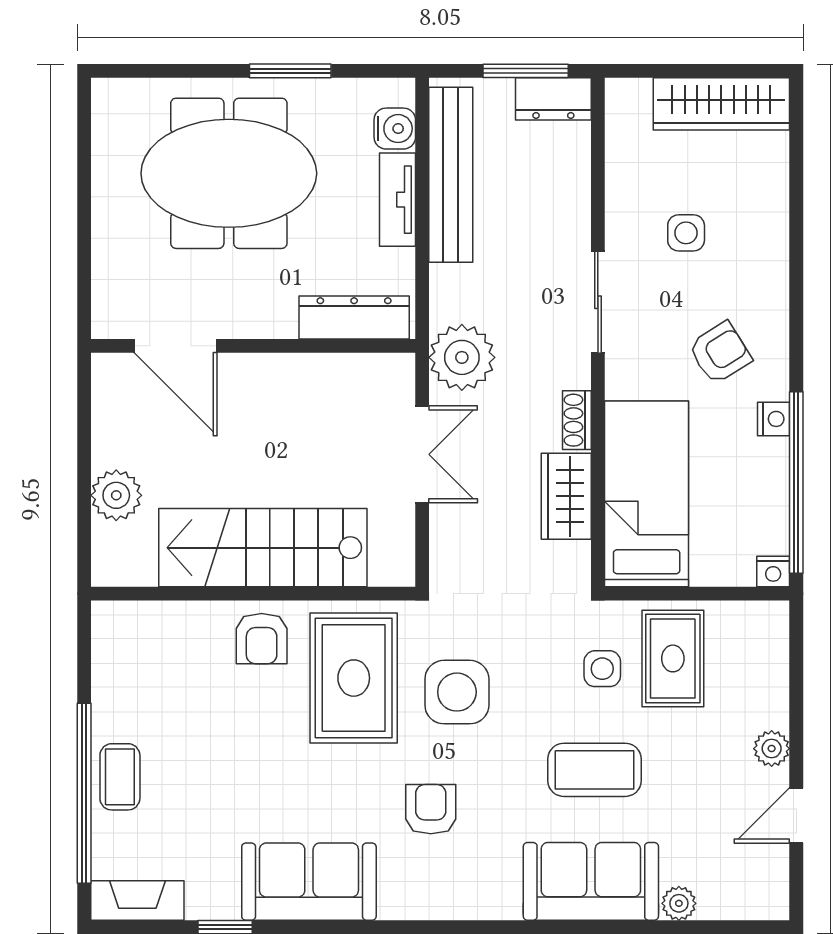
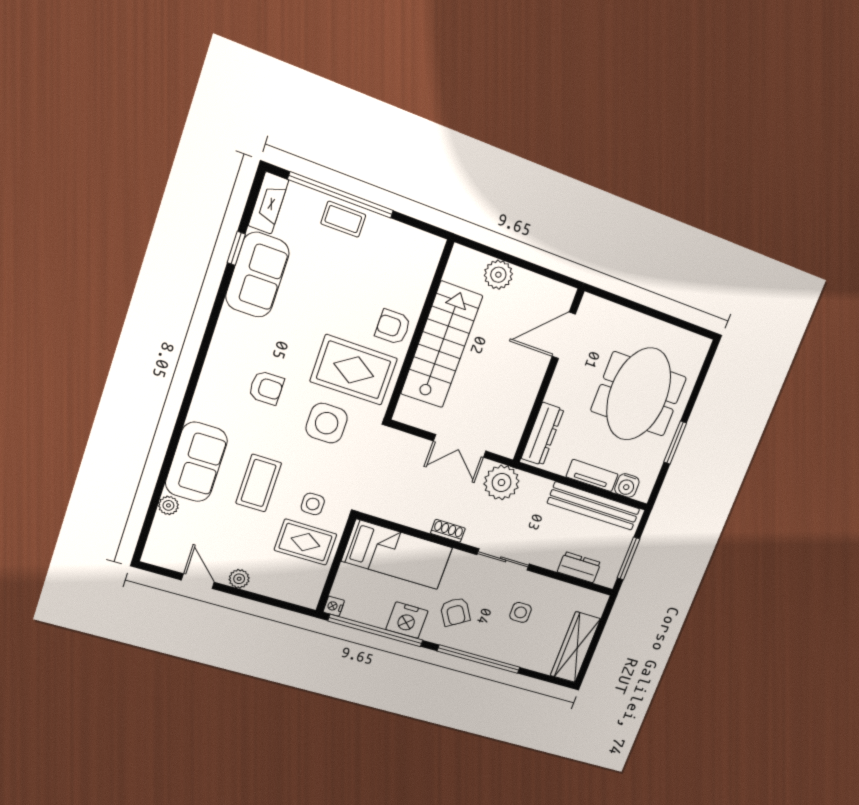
dresser: (553, 99) -> (579, 567), moved, turned 90
window: (796, 277) -> (479, 659), added
nightstand: (774, 419) -> (407, 620), width x1.89, depth x1.79
wardrobe: (566, 496) -> (411, 513), removed
sofa: (309, 882) -> (257, 275), moved

